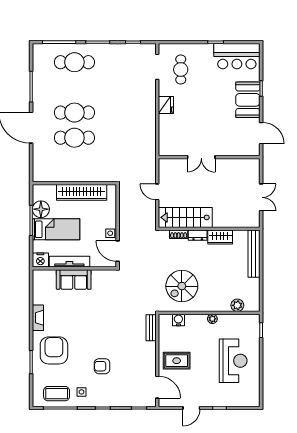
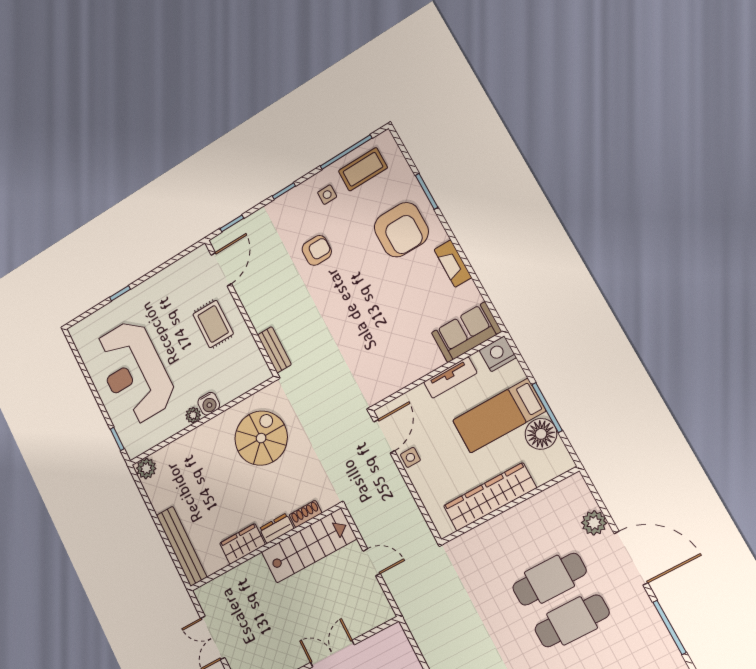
plant: (39, 153) -> (594, 523), added
door: (118, 251) -> (384, 436), hinge flipped
tv unit: (69, 262) -> (450, 378), width x0.71
sofa: (74, 280) -> (466, 332), moved
plant: (237, 305) -> (146, 468), moved
water cooler: (178, 320) -> (209, 404), moved
rug: (177, 361) -> (213, 324), turned 90
reception desk: (233, 361) -> (134, 372), width x1.36, depth x1.30
door: (157, 387) -> (221, 269), swing flipped
door: (191, 408) -> (158, 269), removed

